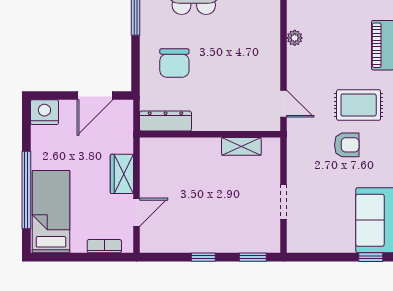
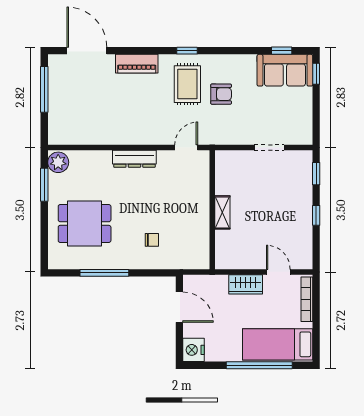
plant: (295, 38) -> (131, 138), removed
chair: (174, 63) -> (152, 240), width x0.54, depth x0.54
dresser: (166, 121) -> (134, 159), moved, turned -90
armchair: (347, 145) -> (221, 94), turned 90
shelving: (241, 146) -> (222, 212), moved
bookcase: (104, 246) -> (307, 299), width x1.56

